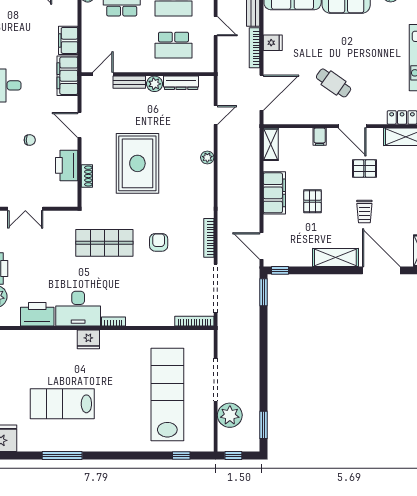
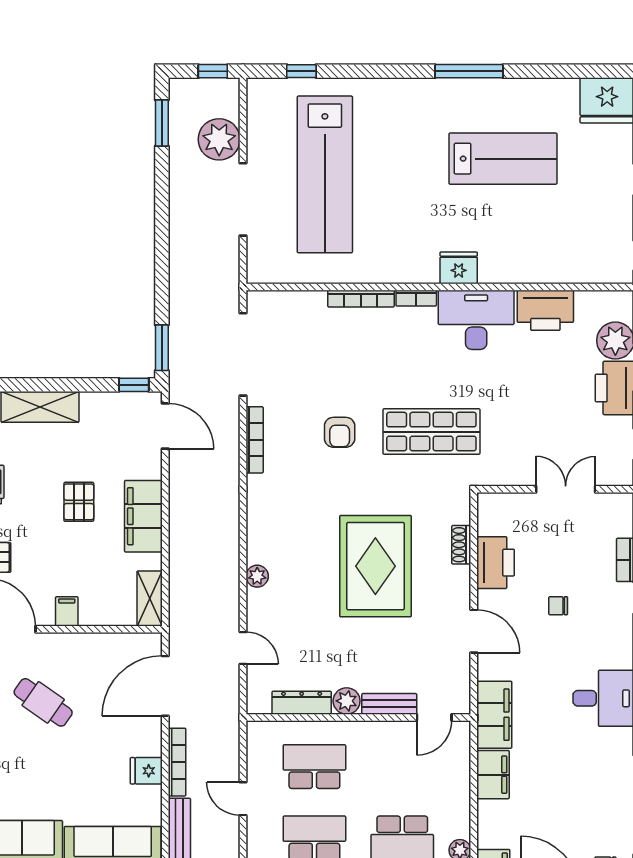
door: (216, 115) -> (243, 648), swing flipped
bookcase: (194, 321) -> (361, 299), moved
window: (62, 455) -> (469, 71), moved

